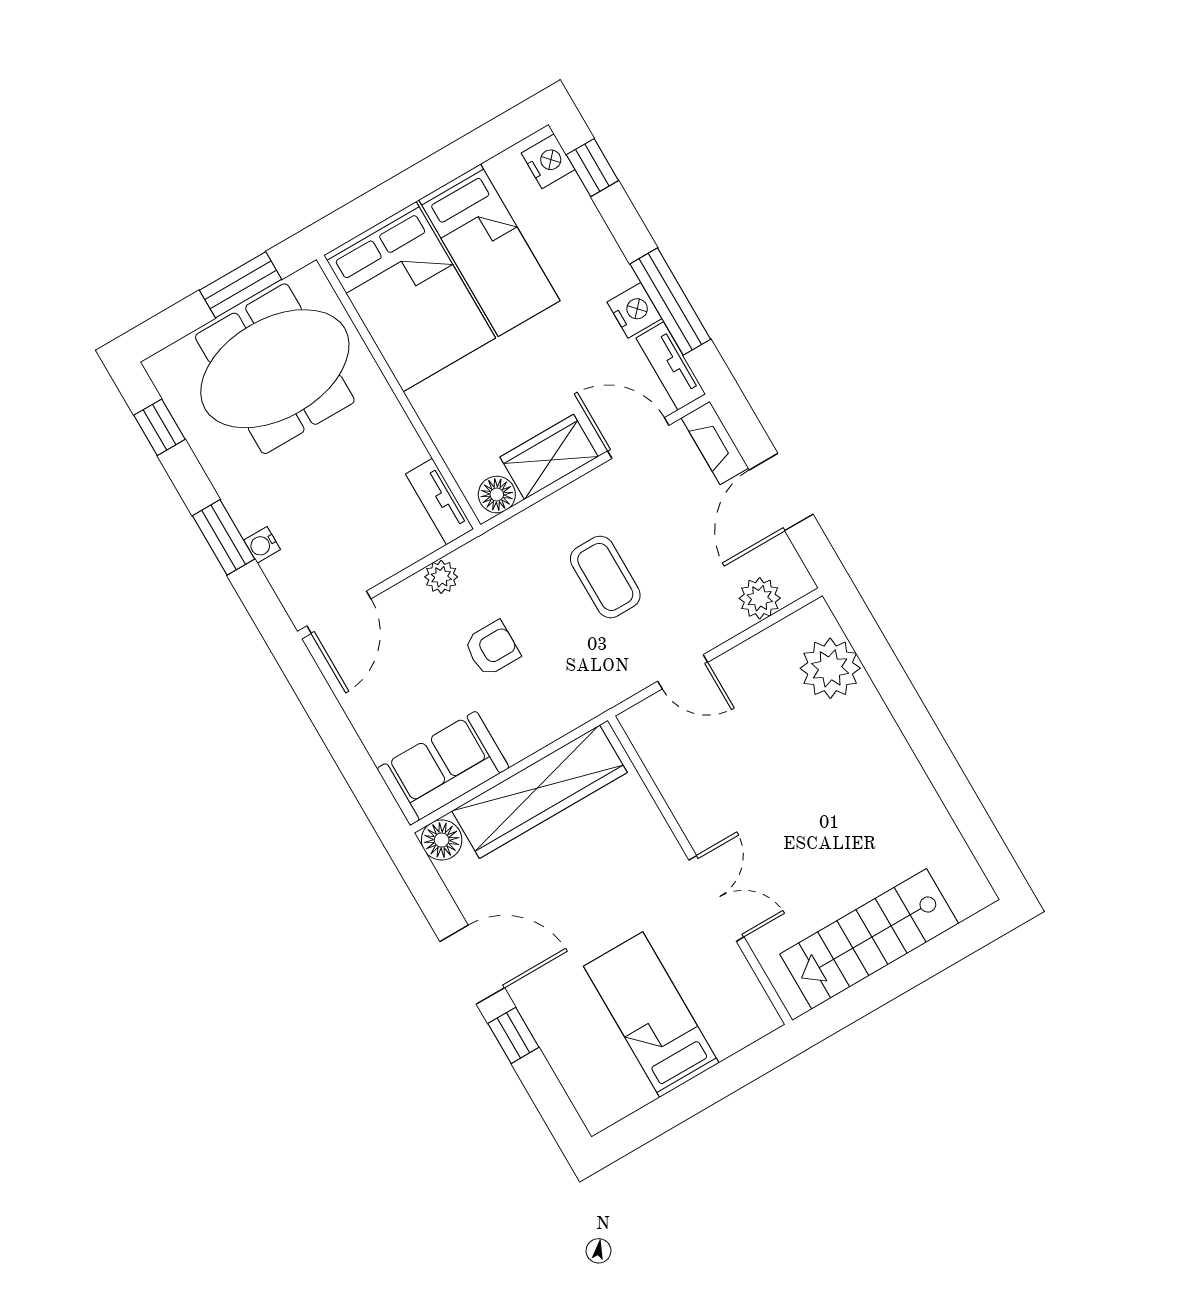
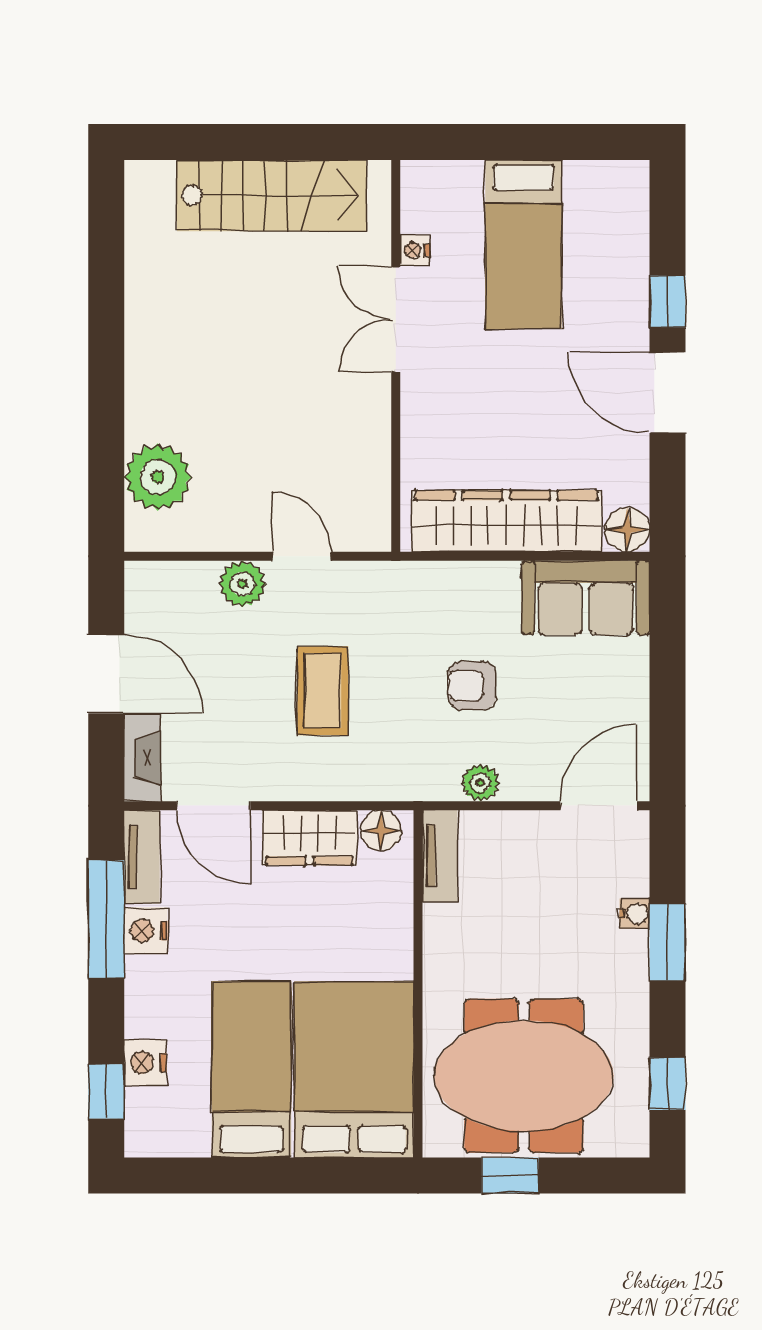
nightstand: (548, 161) -> (145, 1063), moved
window: (241, 285) -> (510, 1176), width x0.67
door: (781, 492) -> (106, 674), hinge flipped
plant: (760, 598) -> (242, 584), moved
nightstand: (733, 961) -> (415, 250), added

